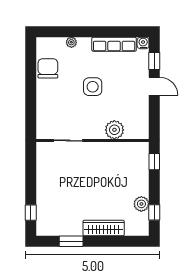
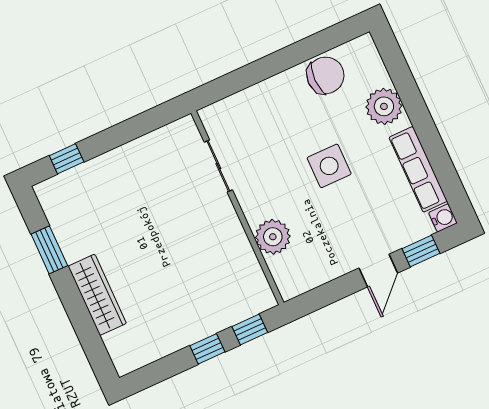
plant: (71, 42) -> (384, 106), width x1.88, depth x1.88
plant: (141, 204) -> (168, 340), removed
window: (154, 212) -> (207, 349), moved

